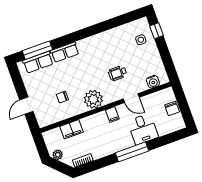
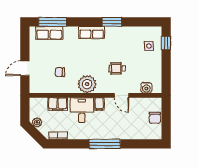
window: (96, 29) -> (112, 22), added
row of seats: (65, 52) -> (92, 33), moved
desk: (143, 129) -> (82, 110), moved, turned 180

